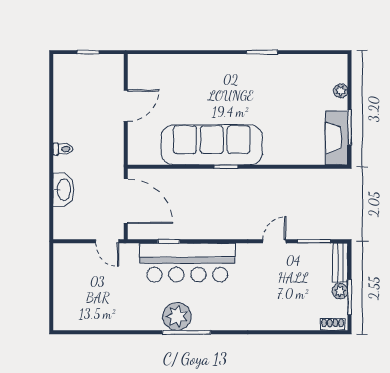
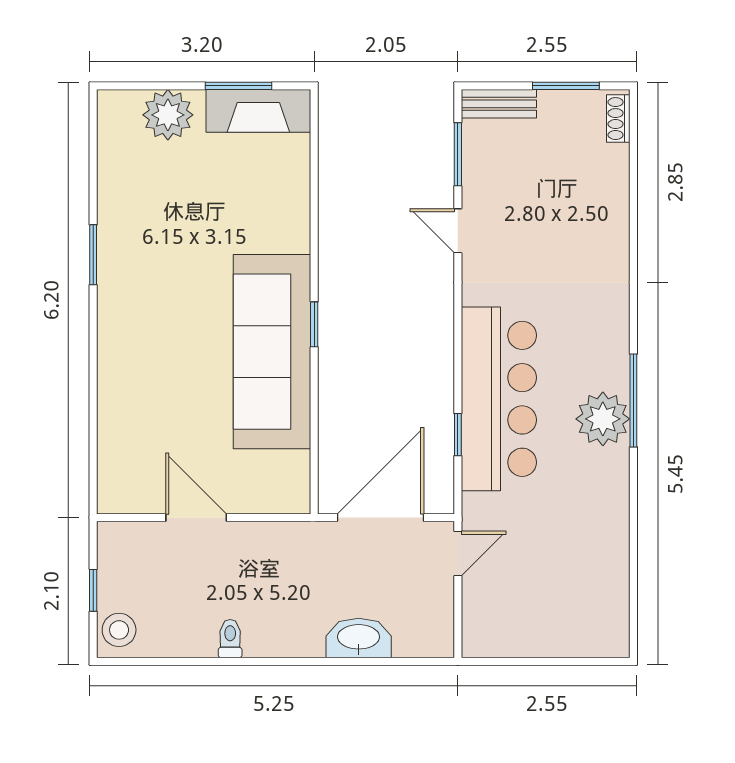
stool: (68, 66) -> (119, 630), added
plant: (341, 91) -> (168, 115), width x1.87, depth x1.87
toilet: (63, 149) -> (230, 639), moved
plant: (340, 291) -> (554, 104), removed

